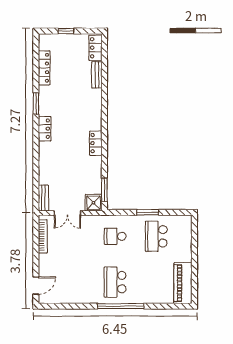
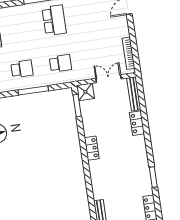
locker: (45, 129) -> (137, 123), moved
bench: (43, 198) -> (134, 94), width x1.36
window: (148, 212) -> (33, 90), width x1.44
school desk: (156, 236) -> (22, 69), width x0.54

